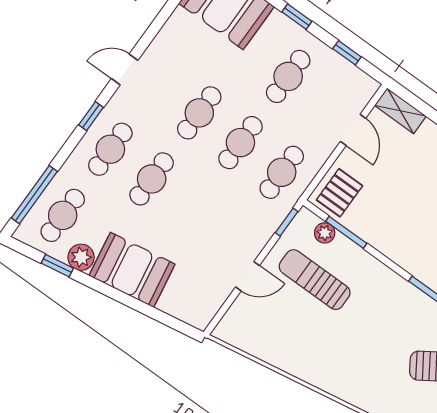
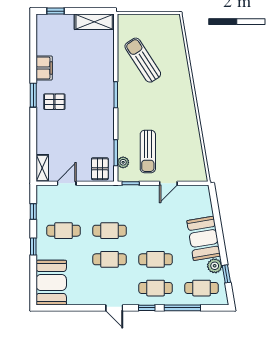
cafe table: (282, 172) -> (110, 202), removed
pallet: (340, 193) -> (100, 169), turned 90
window: (34, 195) -> (182, 308), moved
door: (248, 276) -> (168, 183), swing flipped

